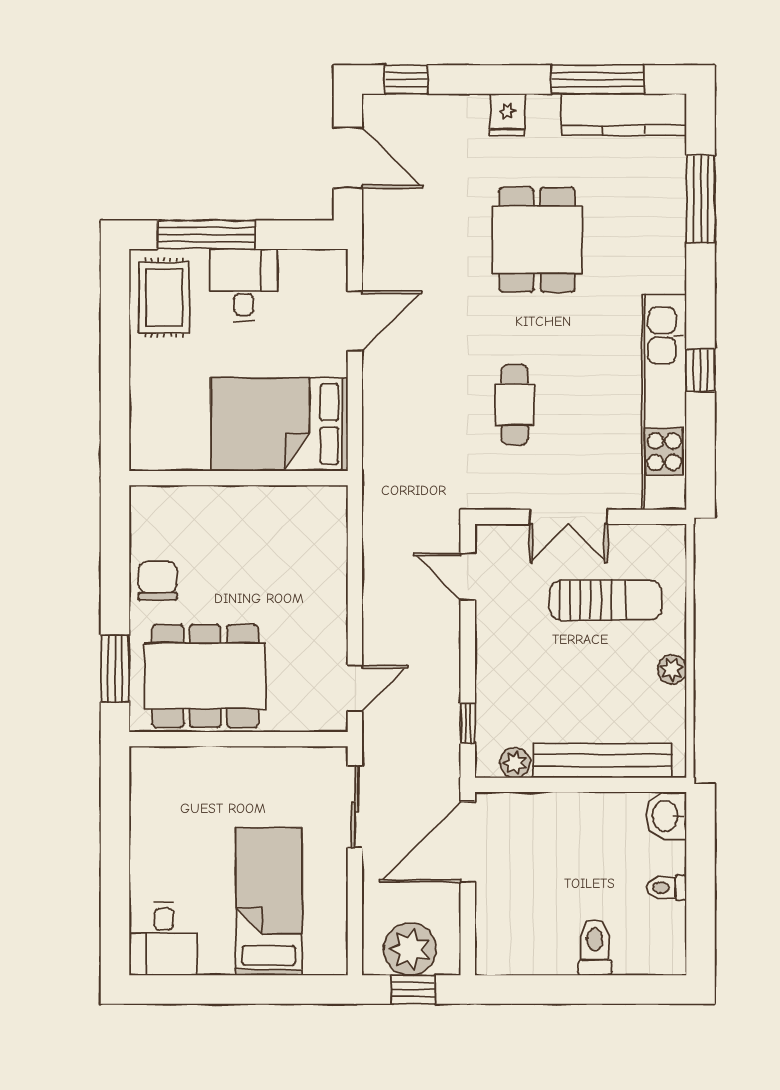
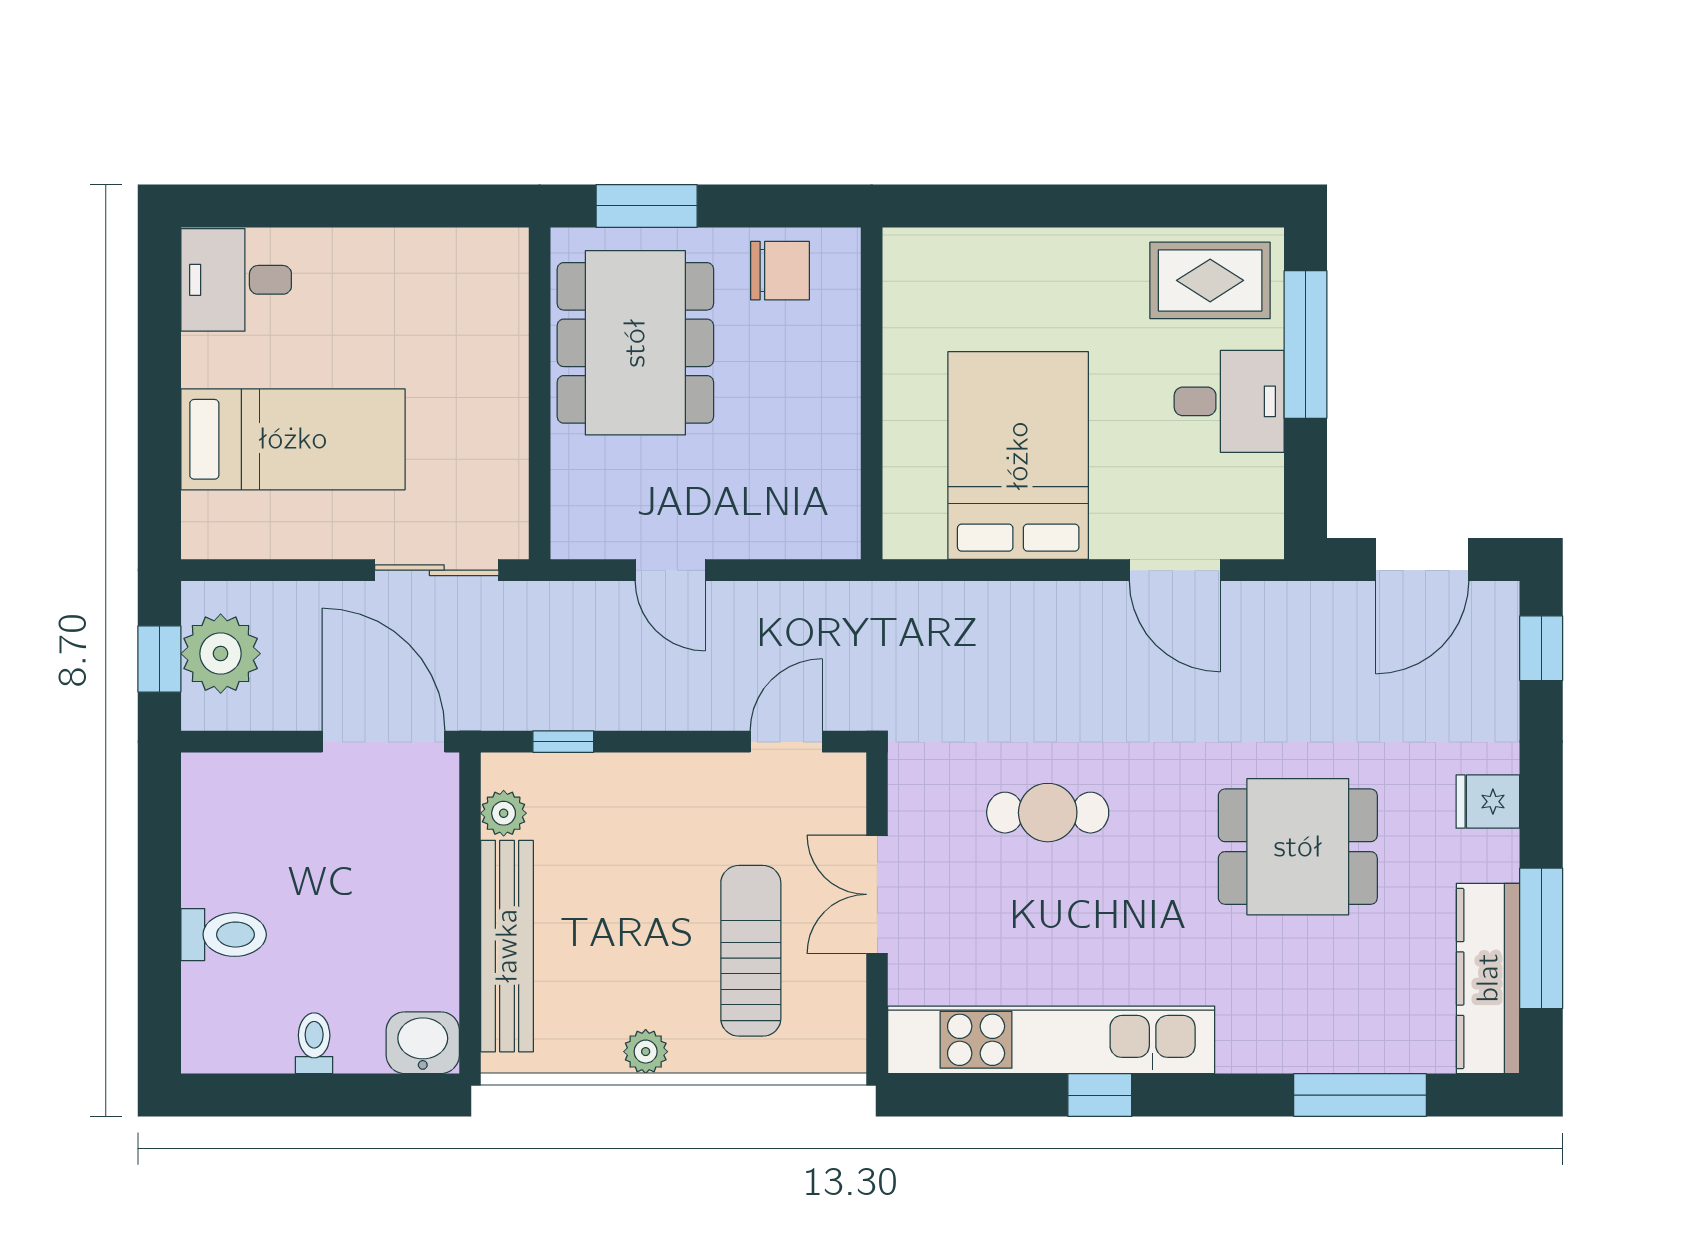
wall: (239, 478) -> (872, 393), moved
sun lounger: (606, 600) -> (751, 951), turned 180
door: (355, 688) -> (670, 570), moved

